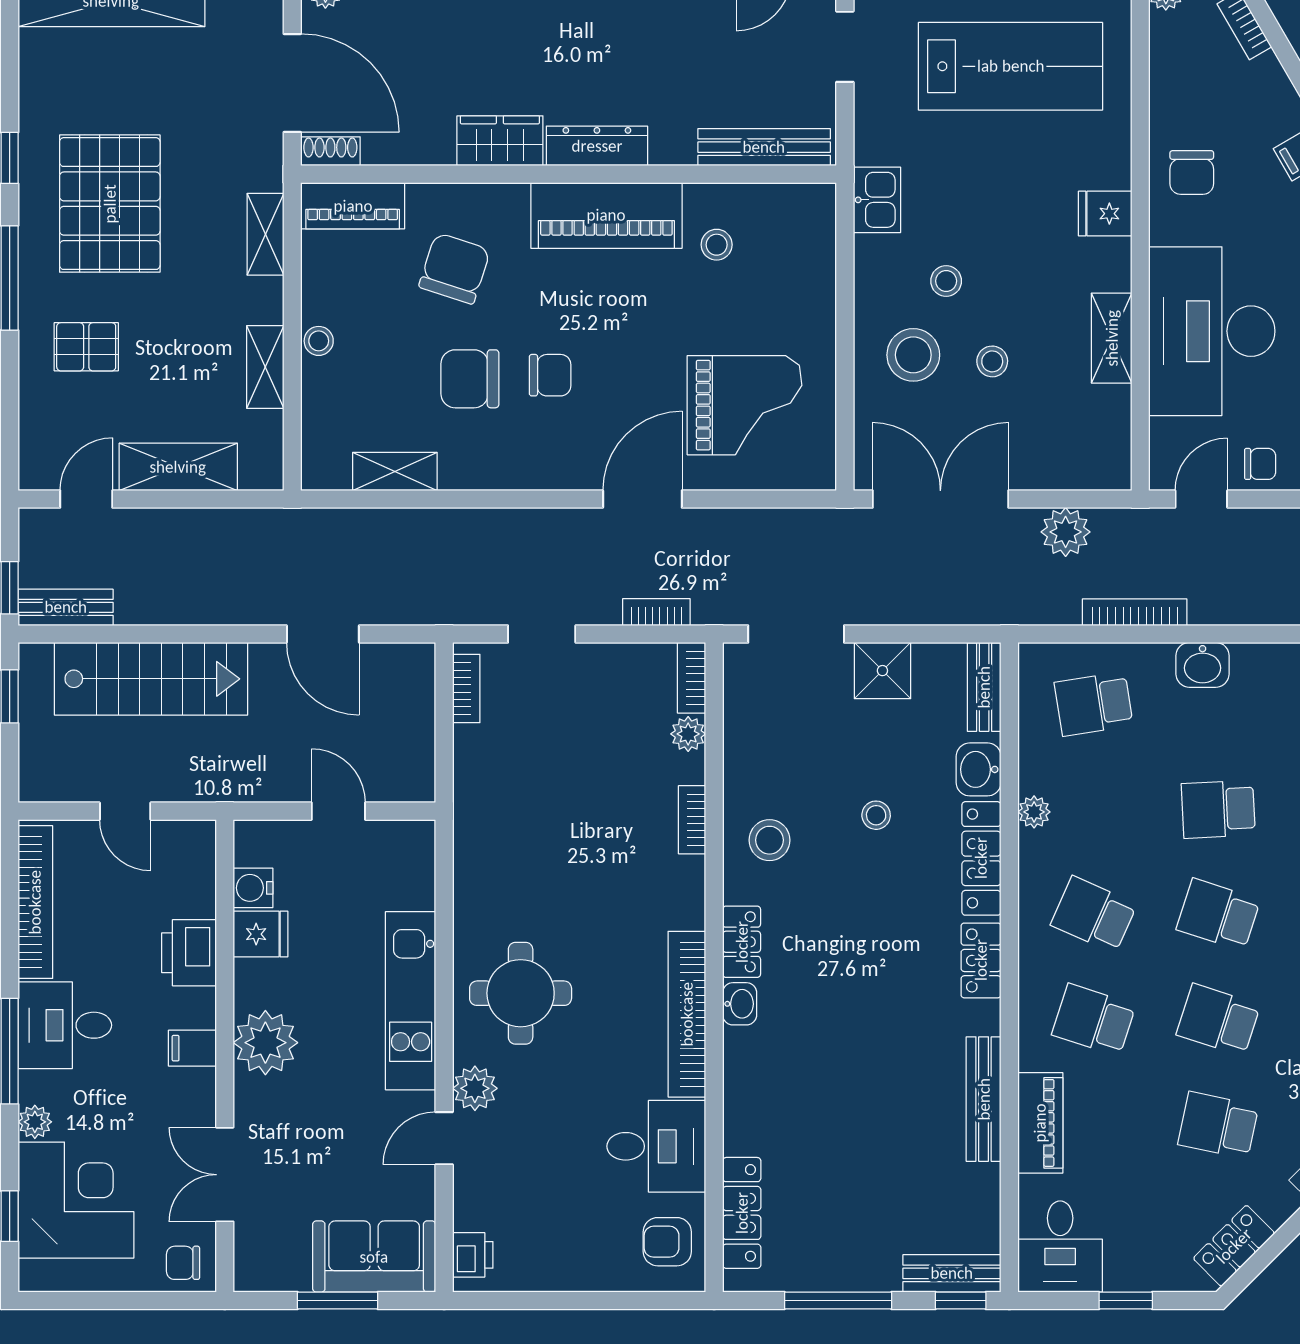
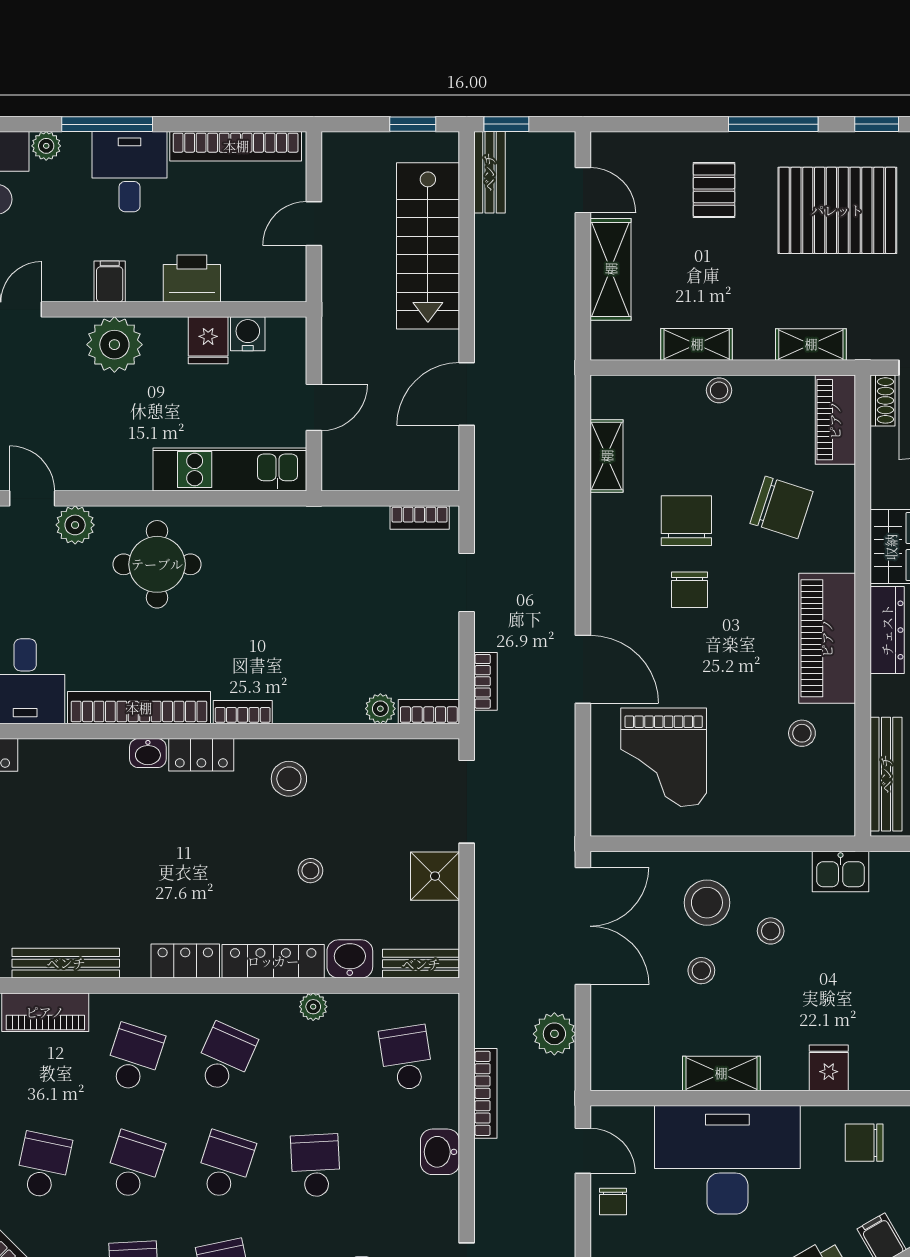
bookcase: (692, 820) -> (243, 712), moved
kitchen unit: (411, 1001) -> (230, 470), moved

